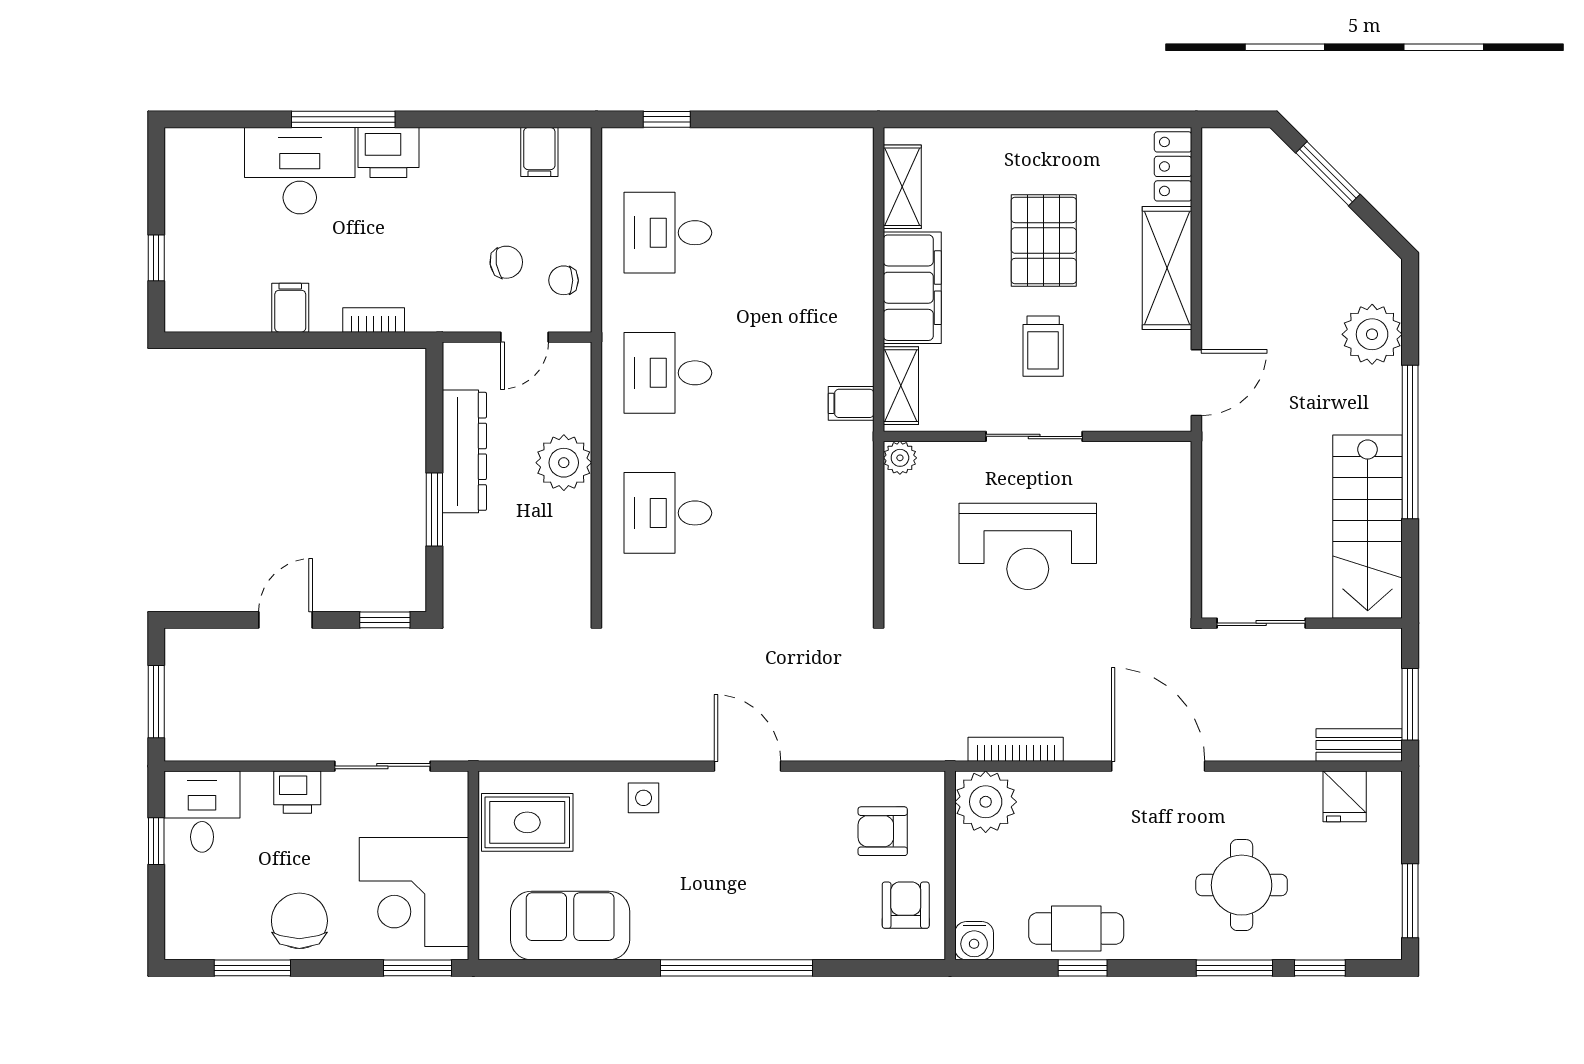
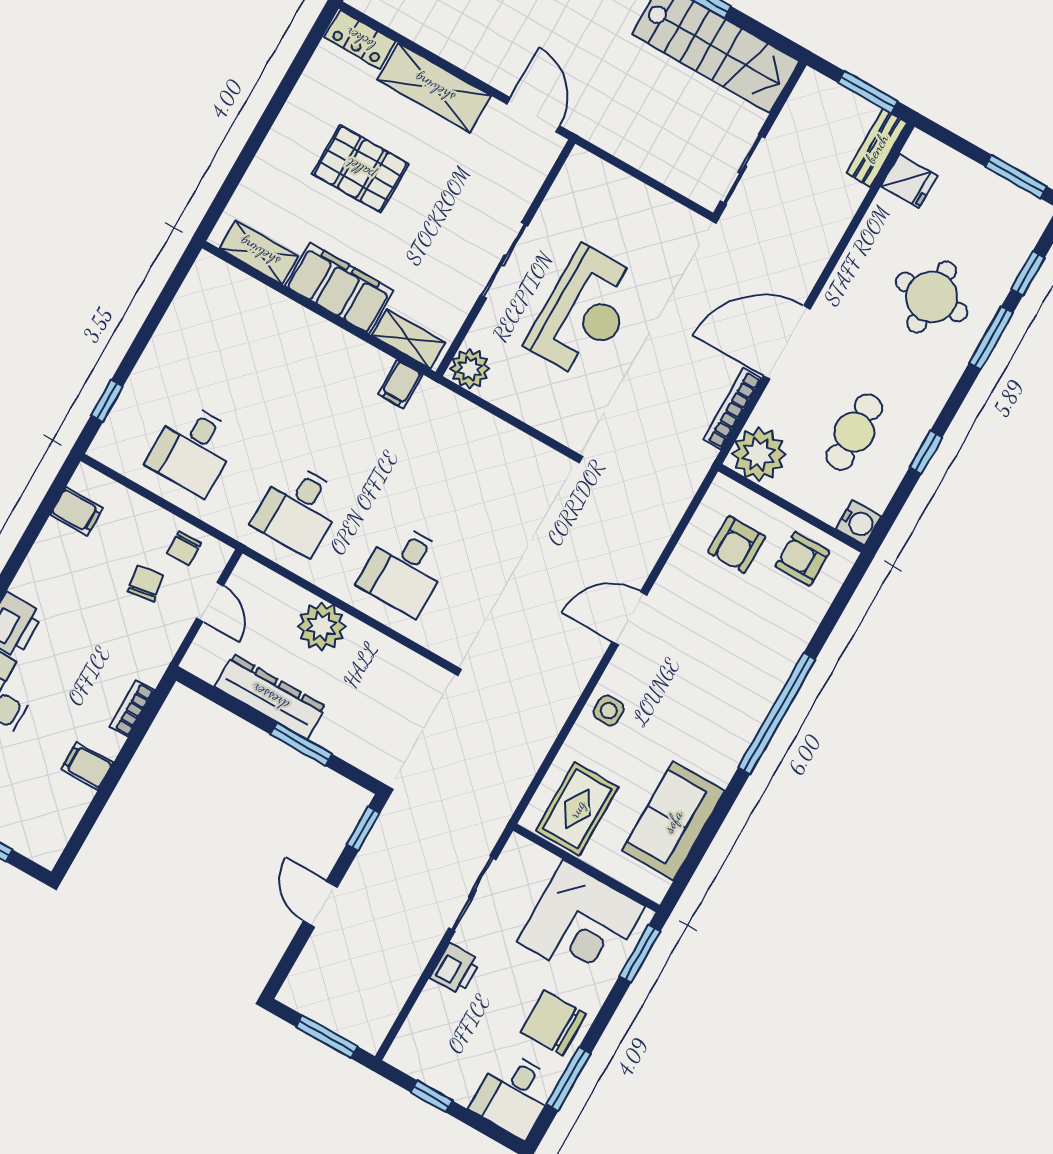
trolley: (1043, 346) -> (440, 215), removed
plant: (900, 458) -> (470, 369), width x1.38, depth x1.38
door: (1158, 766) -> (787, 343), moved
desk: (202, 812) -> (514, 1095), moved, turned -90
cafe table: (1076, 929) -> (854, 432), moved

